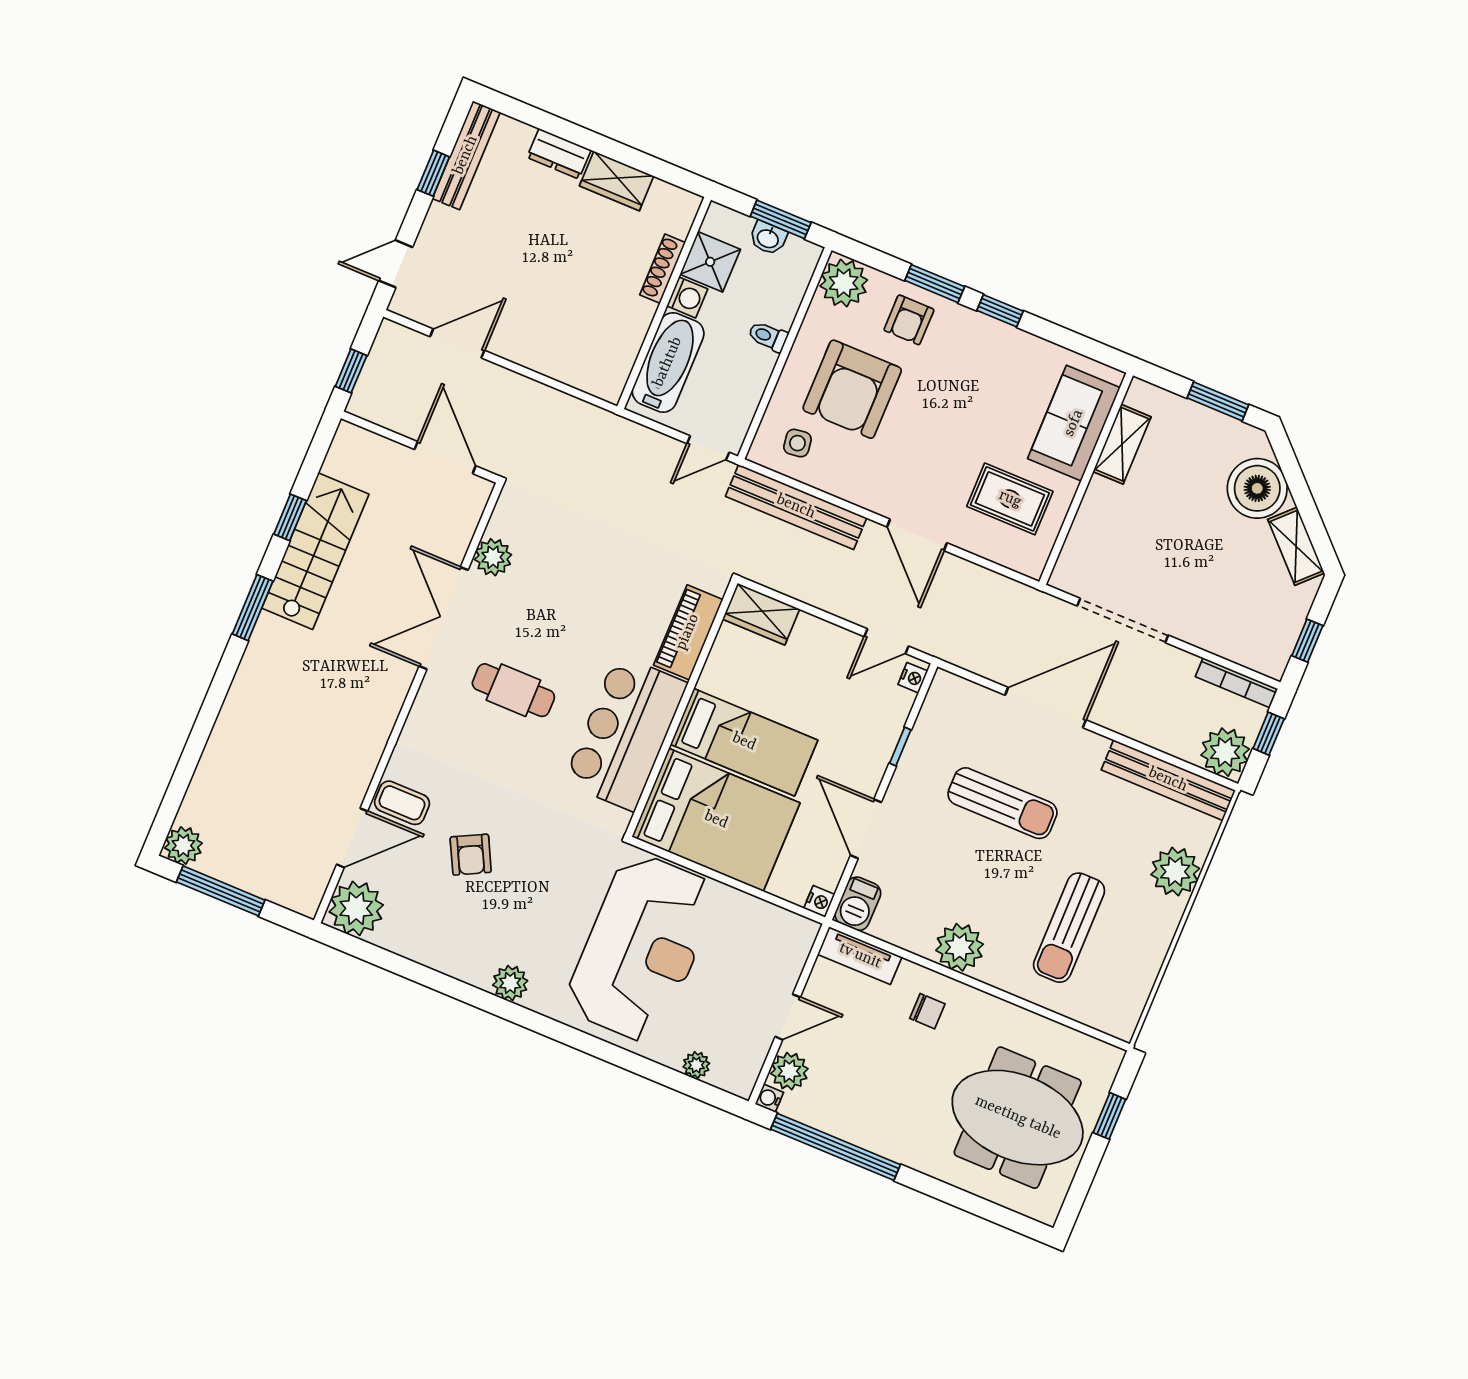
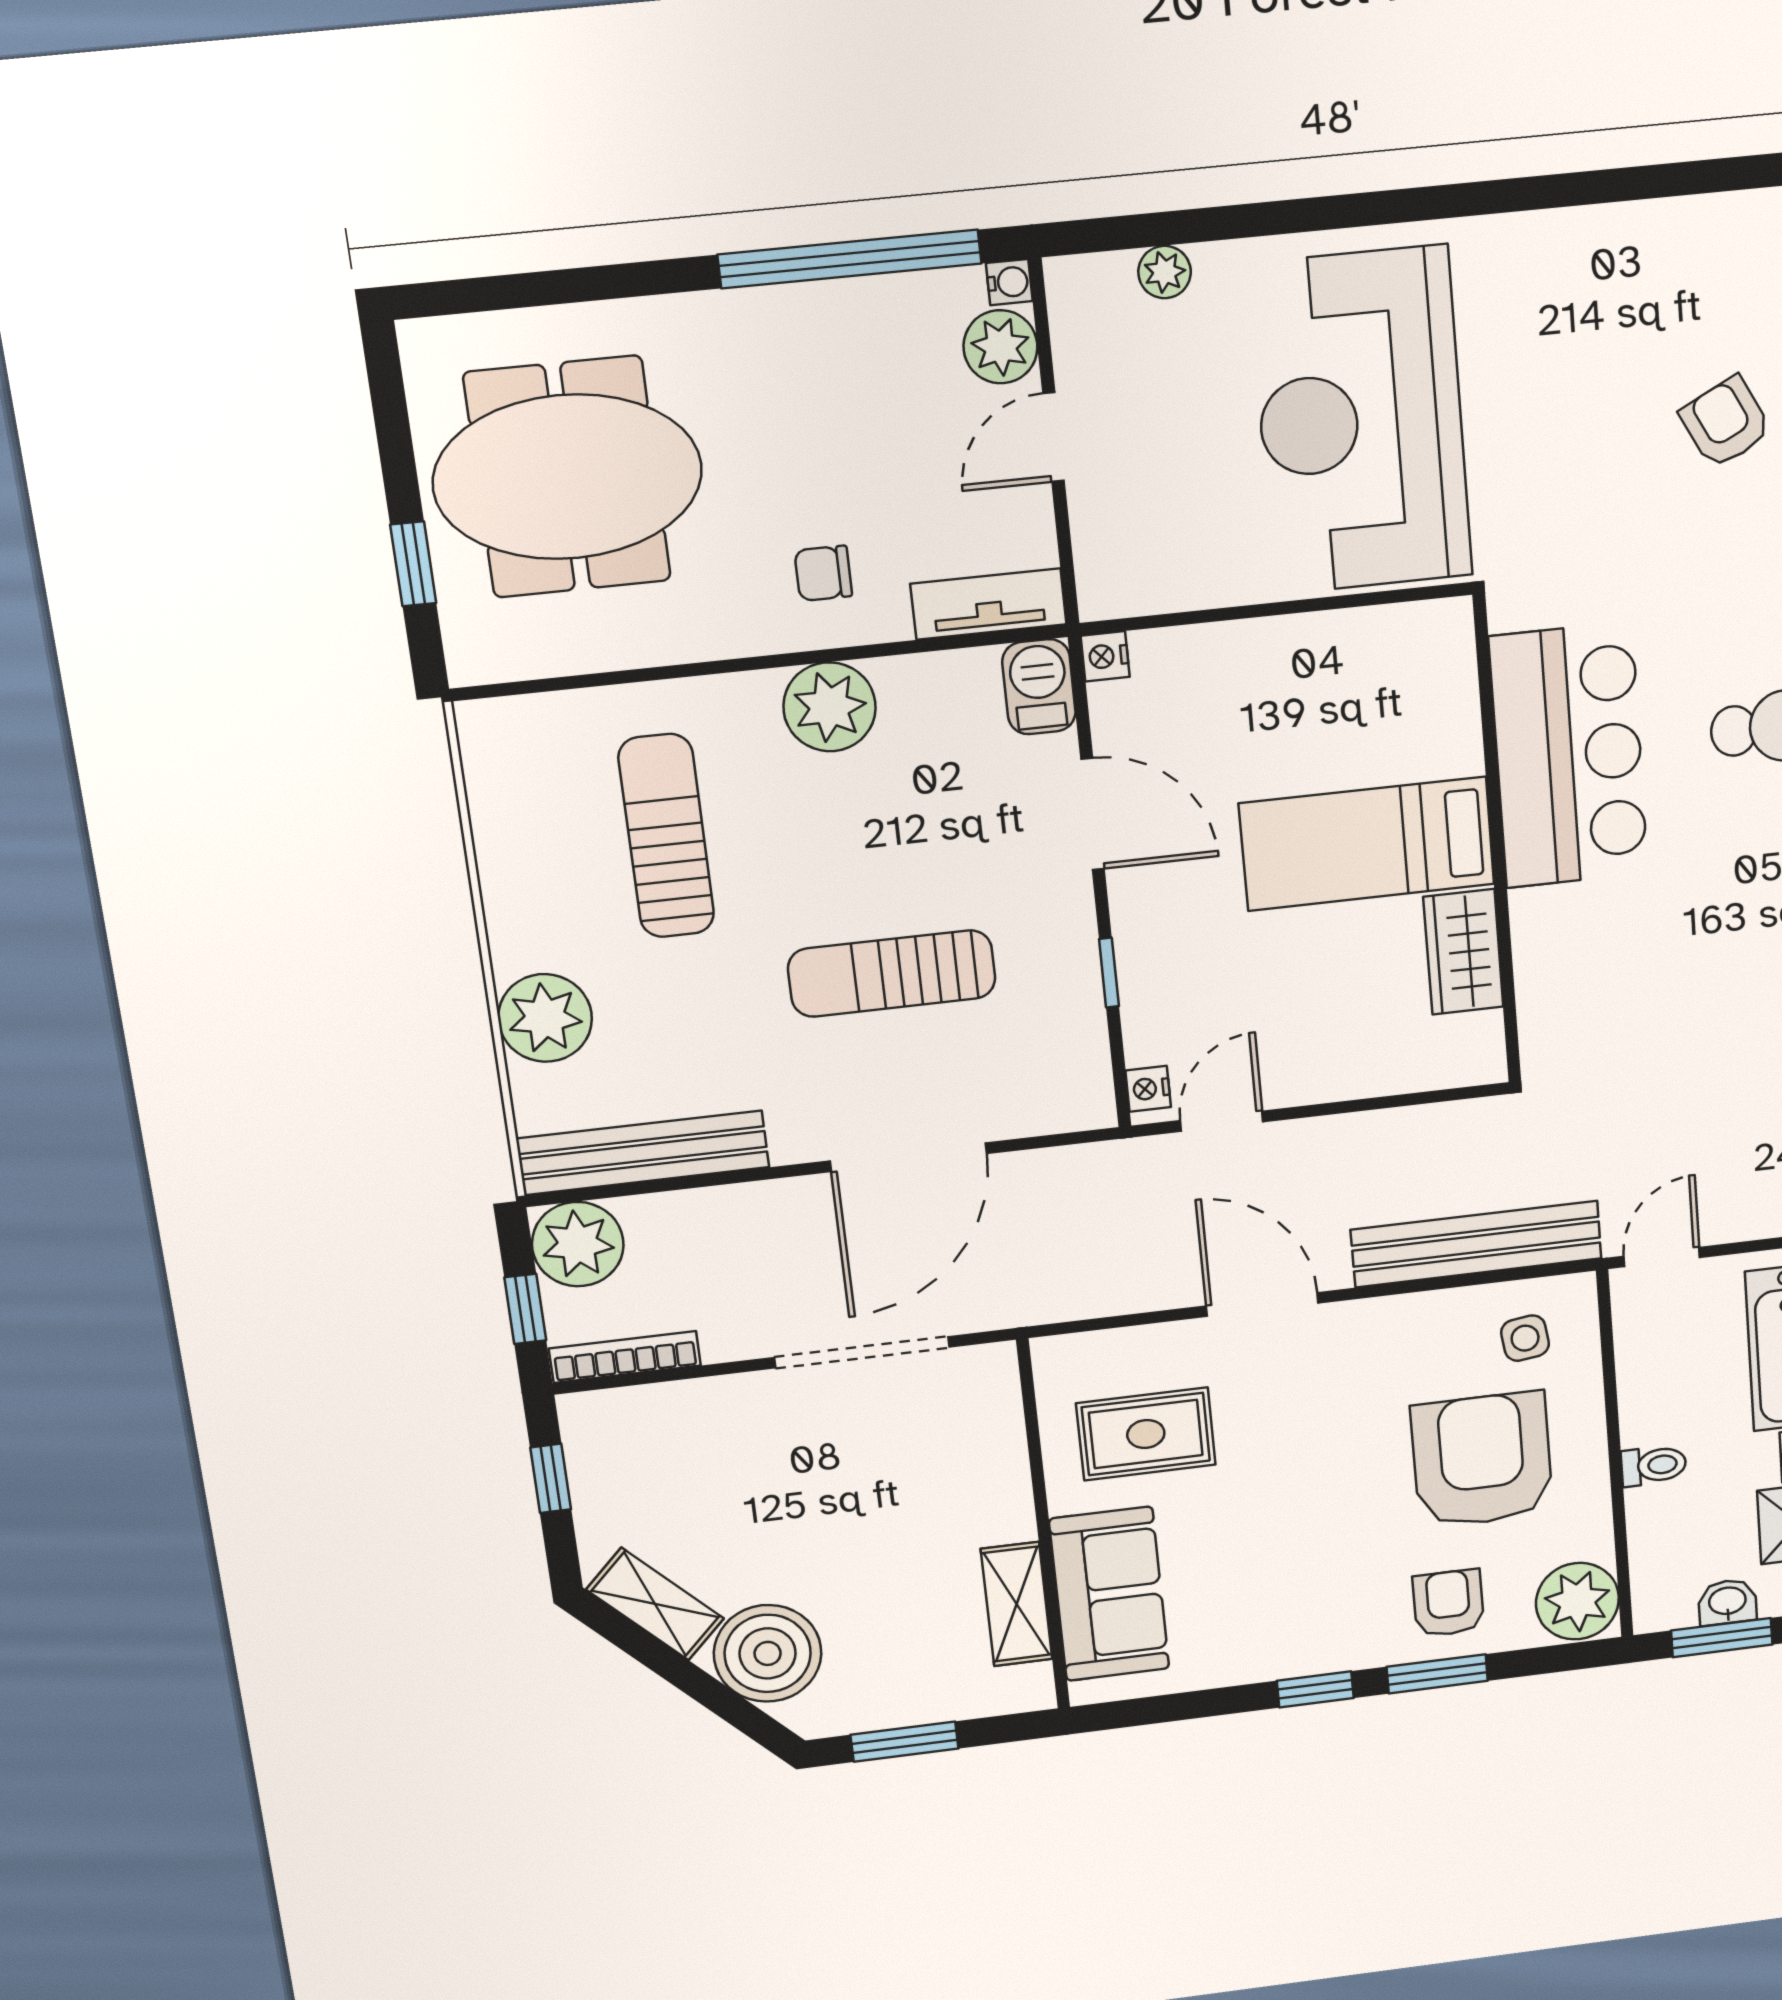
wardrobe: (761, 614) -> (1463, 952), moved, turned -90
piano: (688, 632) -> (1548, 965), removed
bed: (716, 820) -> (1347, 696), removed
plant: (510, 983) -> (1553, 243), removed

